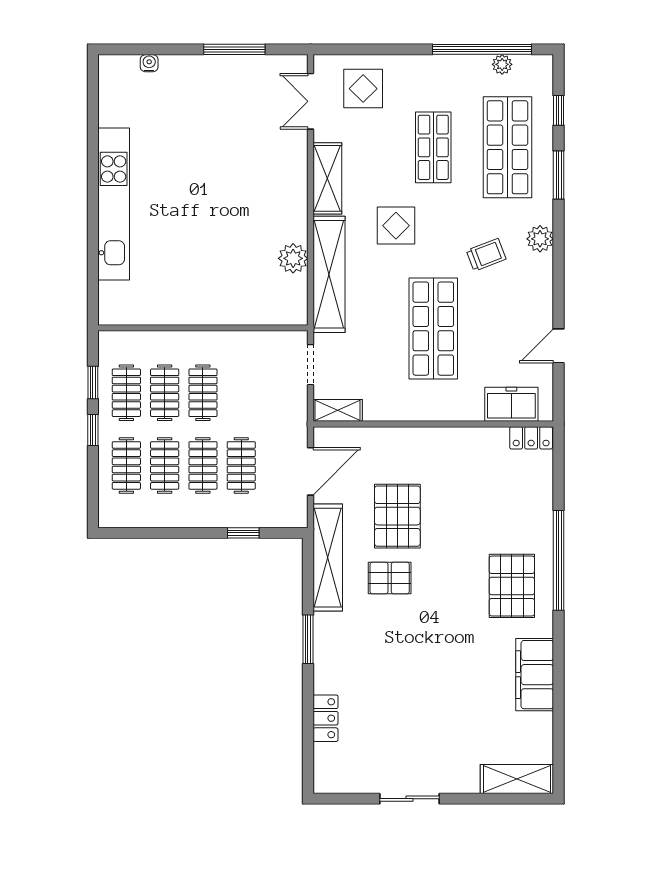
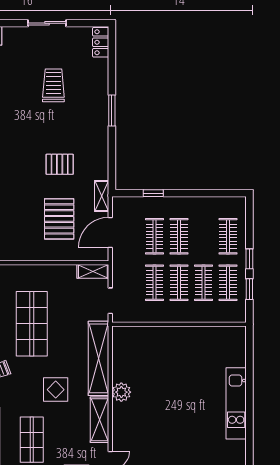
kitchen unit: (114, 204) -> (236, 403), width x0.73
plant: (293, 258) -> (121, 392), moved
clothes rail: (165, 465) -> (155, 283), moved
pallet: (397, 516) -> (59, 219), moved
shelving: (328, 558) -> (102, 196), width x0.45, depth x0.75
window: (308, 639) -> (112, 110), moved
trolley: (399, 701) -> (53, 85), added
locker: (325, 718) -> (101, 42), moved

